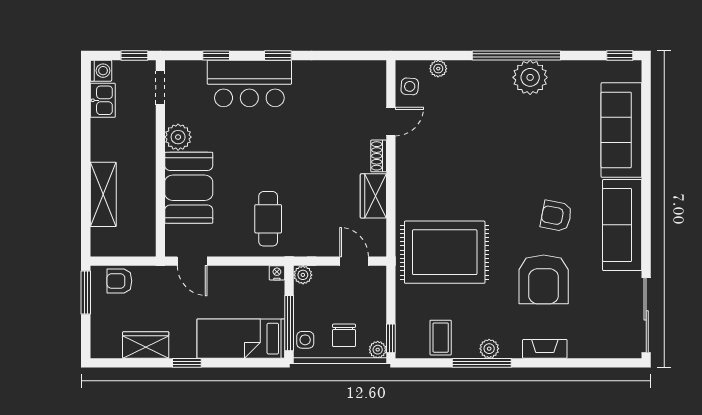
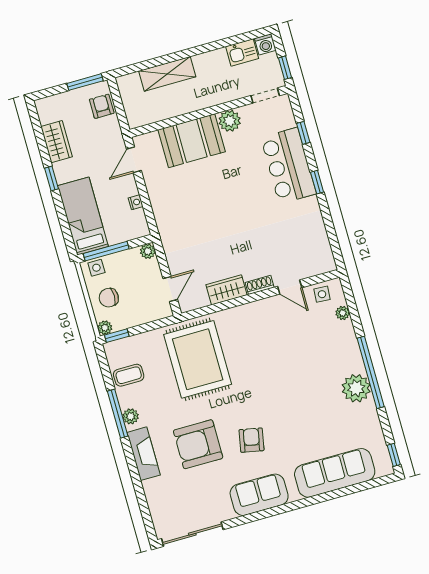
cafe table: (268, 219) -> (185, 211), removed
sofa: (622, 225) -> (259, 495), width x0.73
nightstand: (277, 273) -> (136, 202), moved
fireplace: (545, 349) -> (144, 454), width x1.37, depth x1.32

